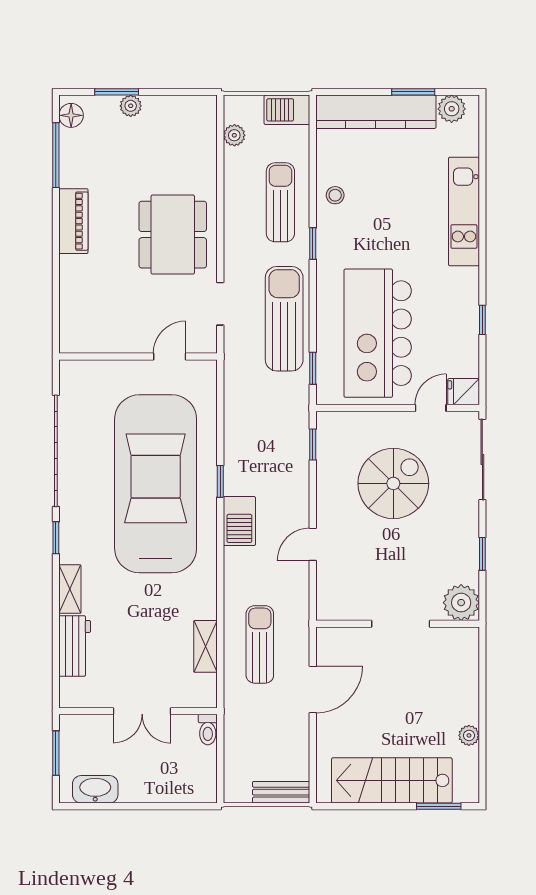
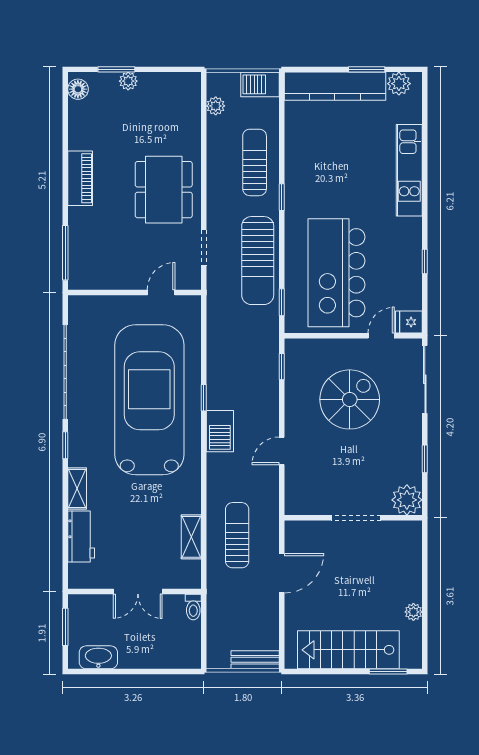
window: (56, 155) -> (65, 253), moved
stool: (335, 195) -> (301, 156), removed
sun lounger: (284, 319) -> (258, 261), turned 180

